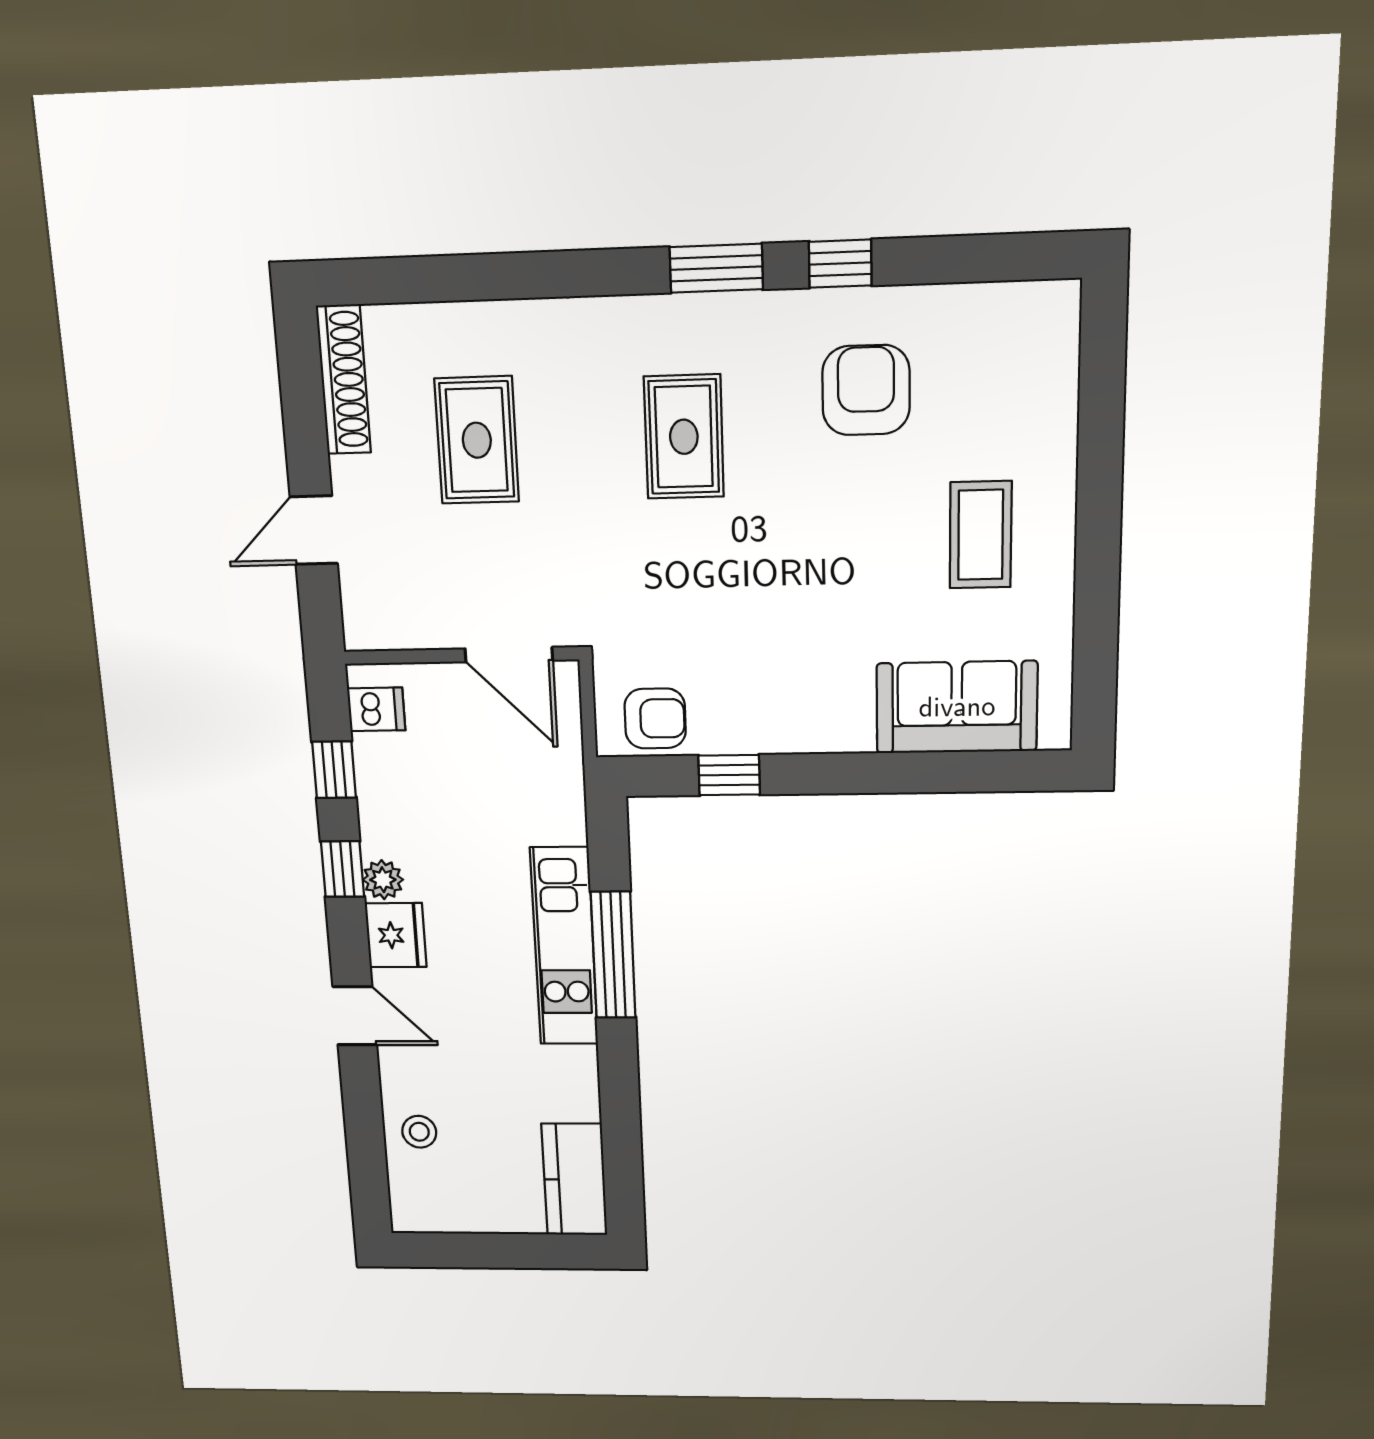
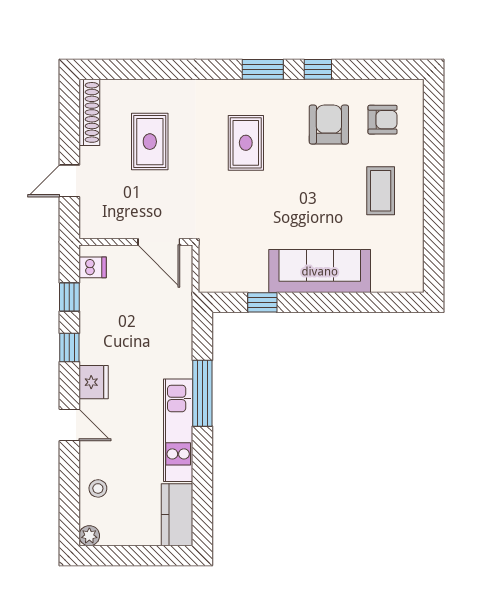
sofa: (957, 707) -> (320, 271), moved, width x1.36
armchair: (655, 718) -> (383, 120), moved
plant: (383, 880) -> (89, 536), moved
kitchen unit: (564, 947) -> (178, 430), moved

